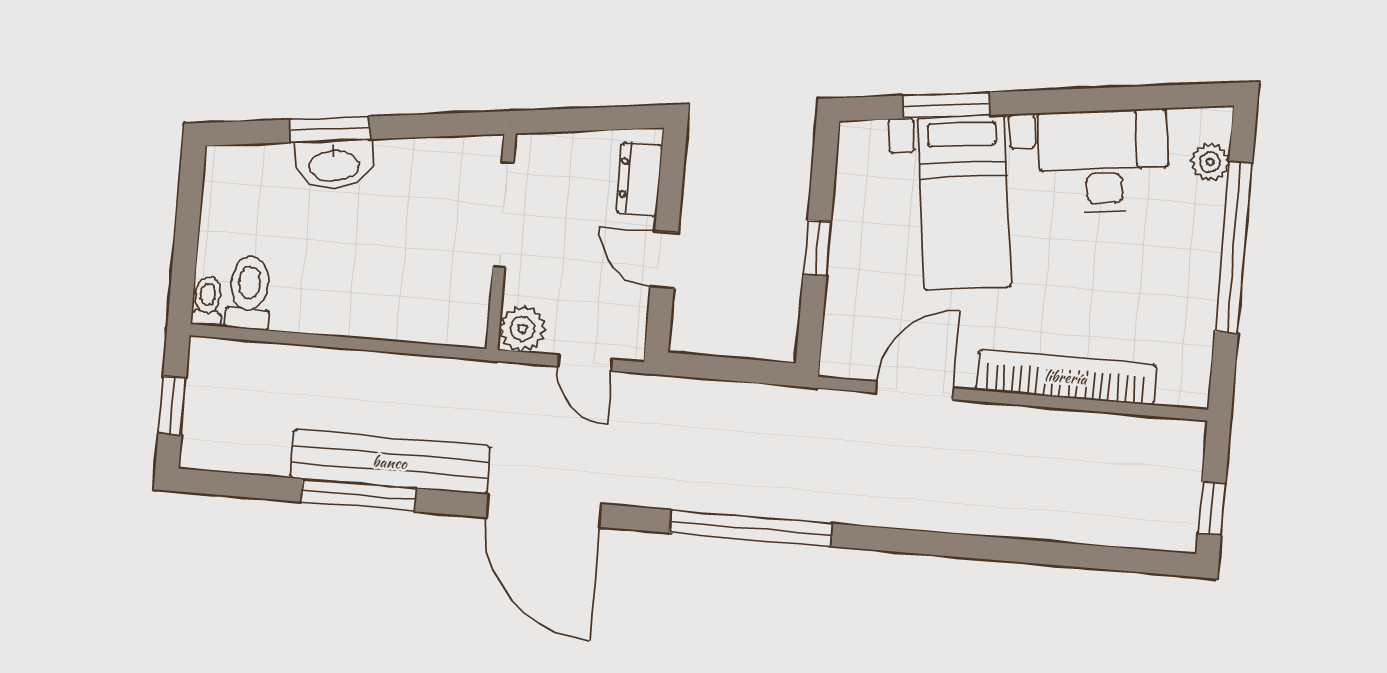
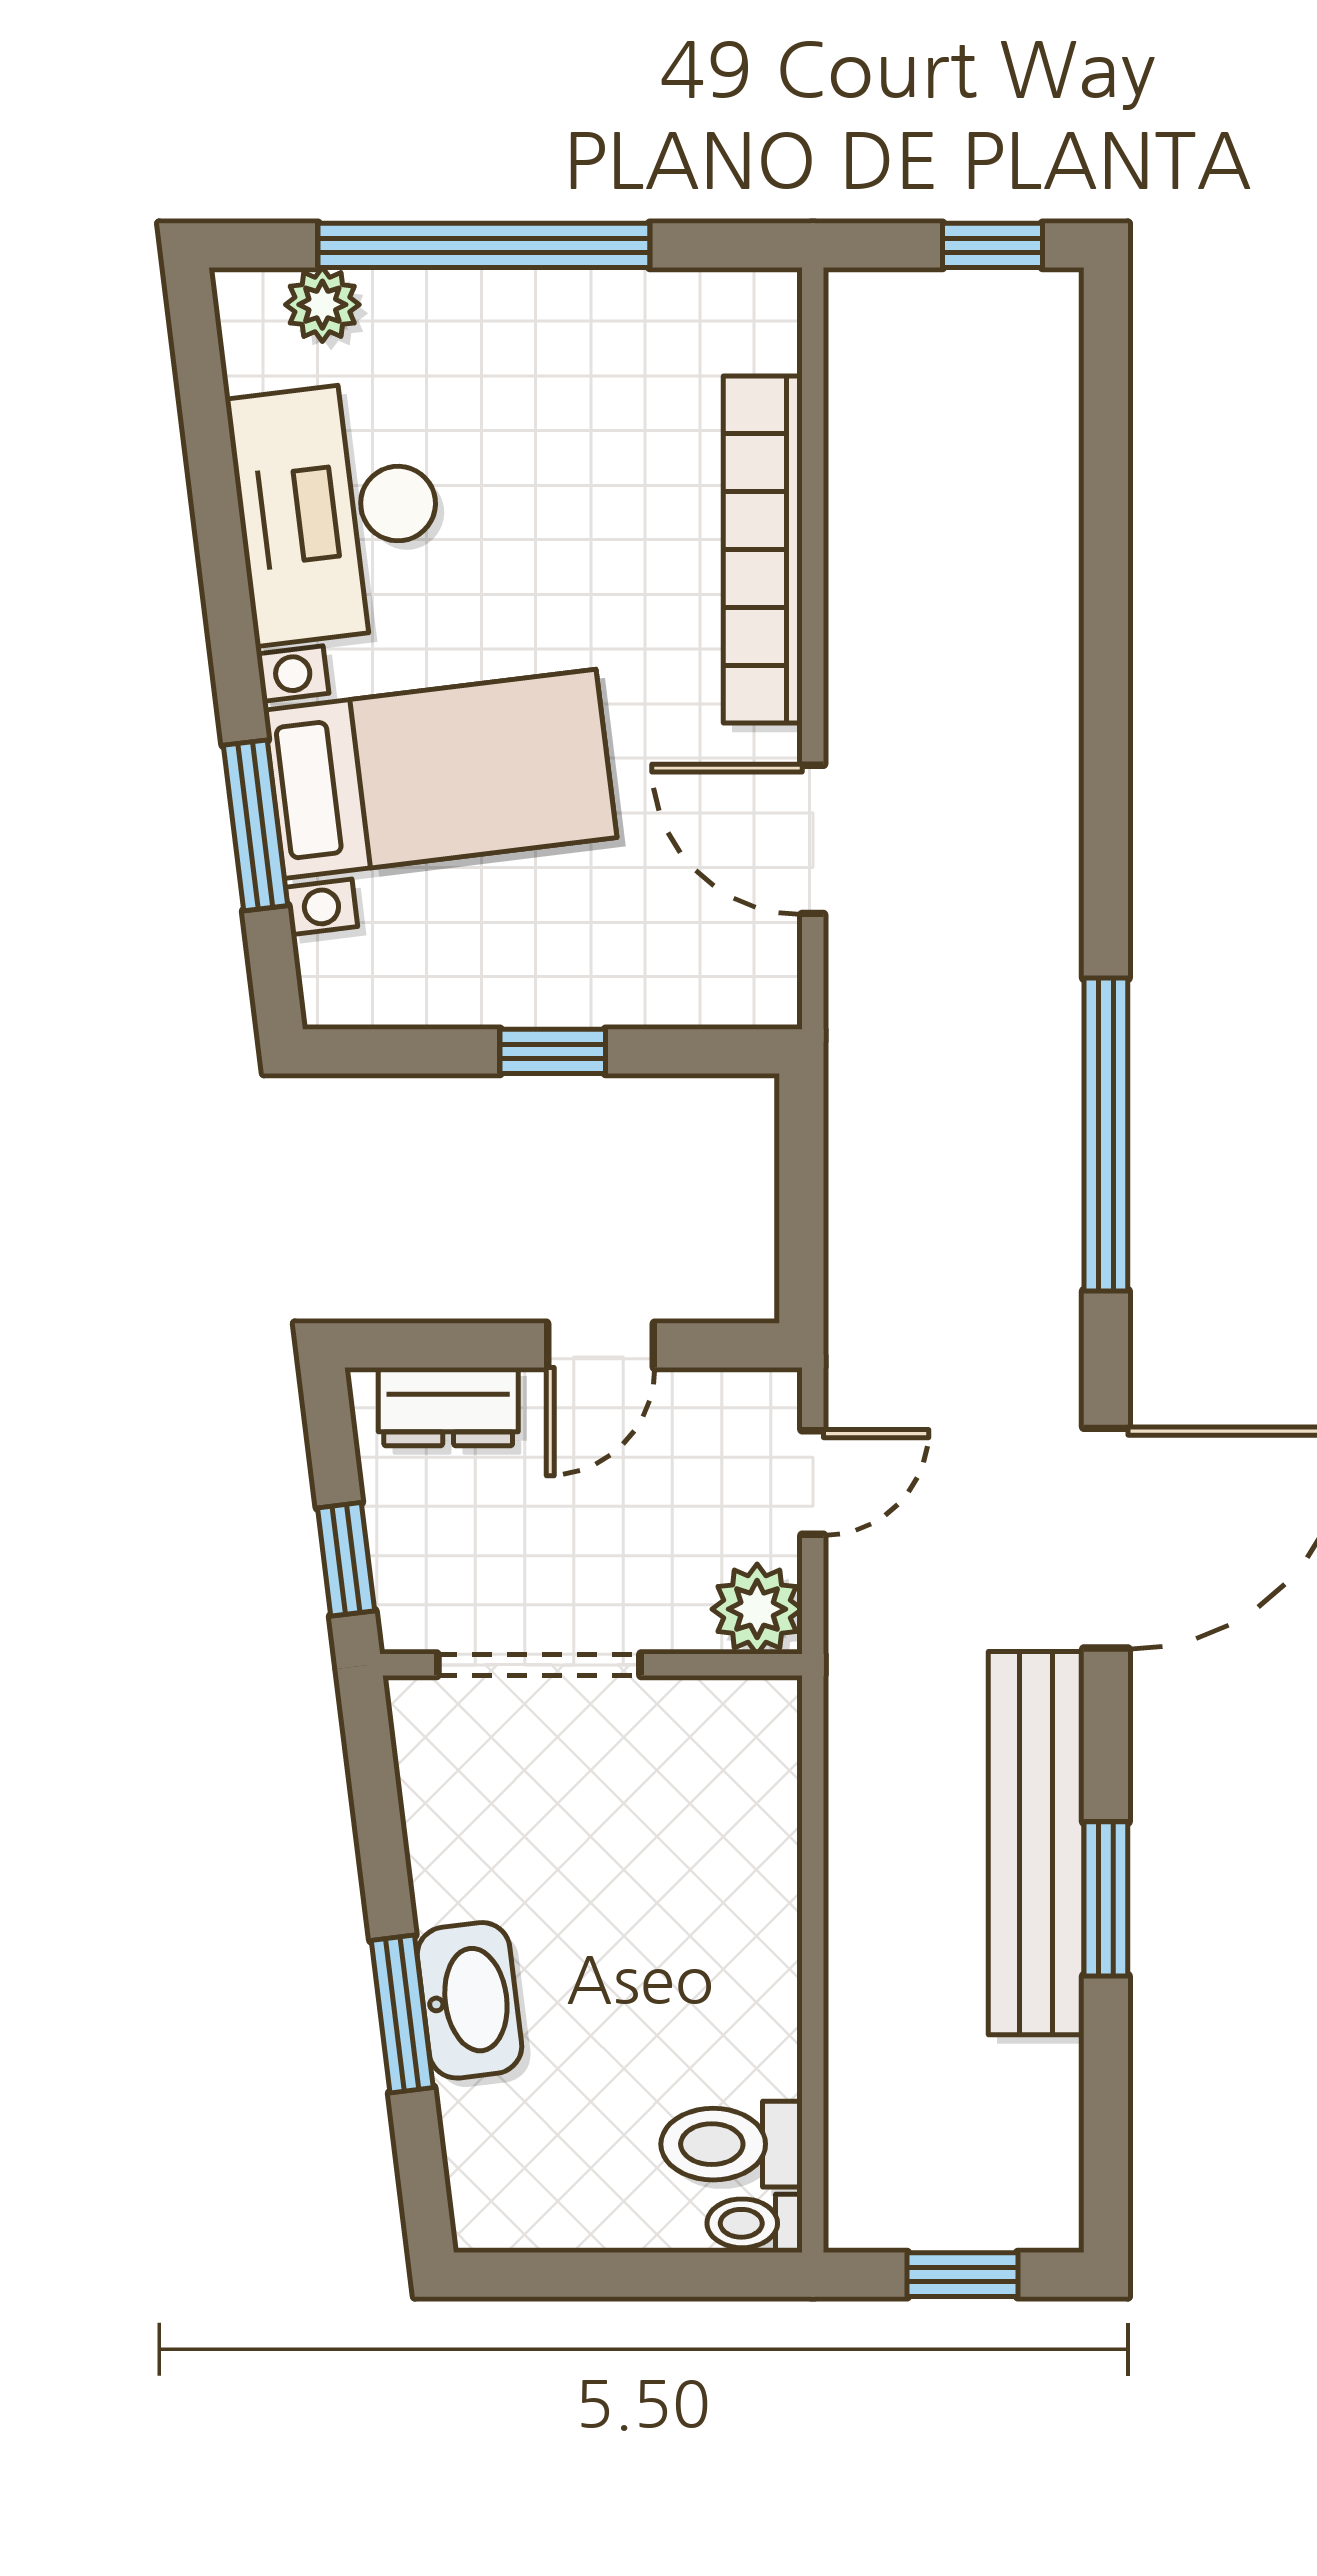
window: (566, 120) -> (346, 1559), added
window: (359, 495) -> (1106, 1899), width x0.69

